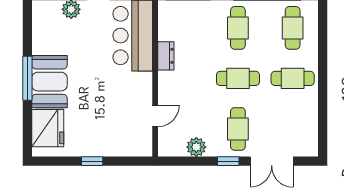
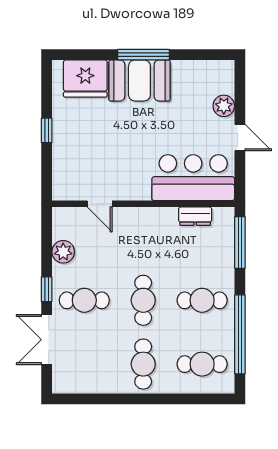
dresser: (166, 56) -> (195, 216), moved

